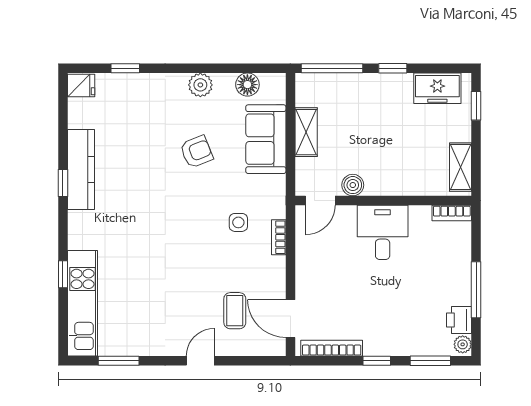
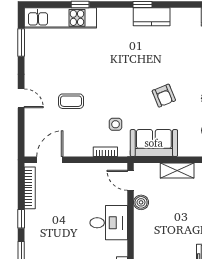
sofa: (266, 139) -> (154, 143), moved
kitchen counter: (81, 169) -> (152, 17), width x0.67
coffee table: (235, 311) -> (71, 101), moved

